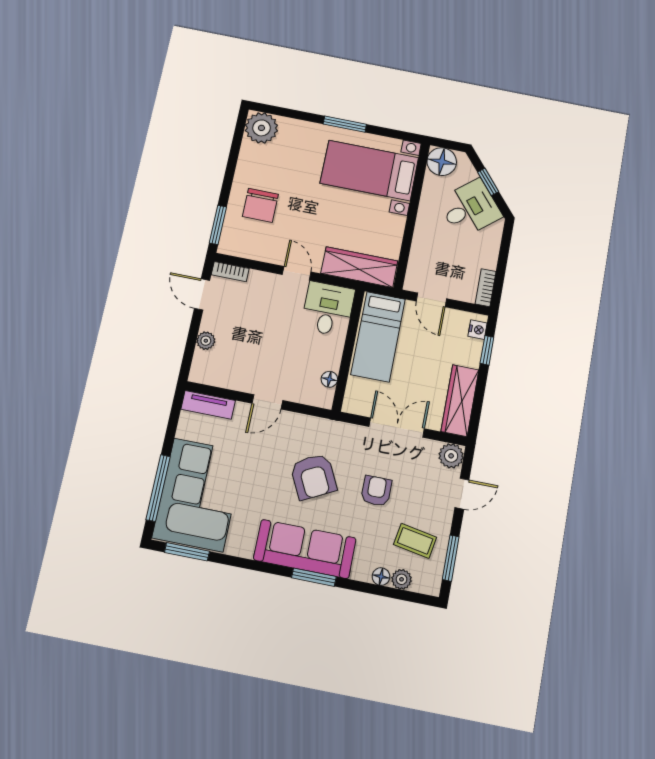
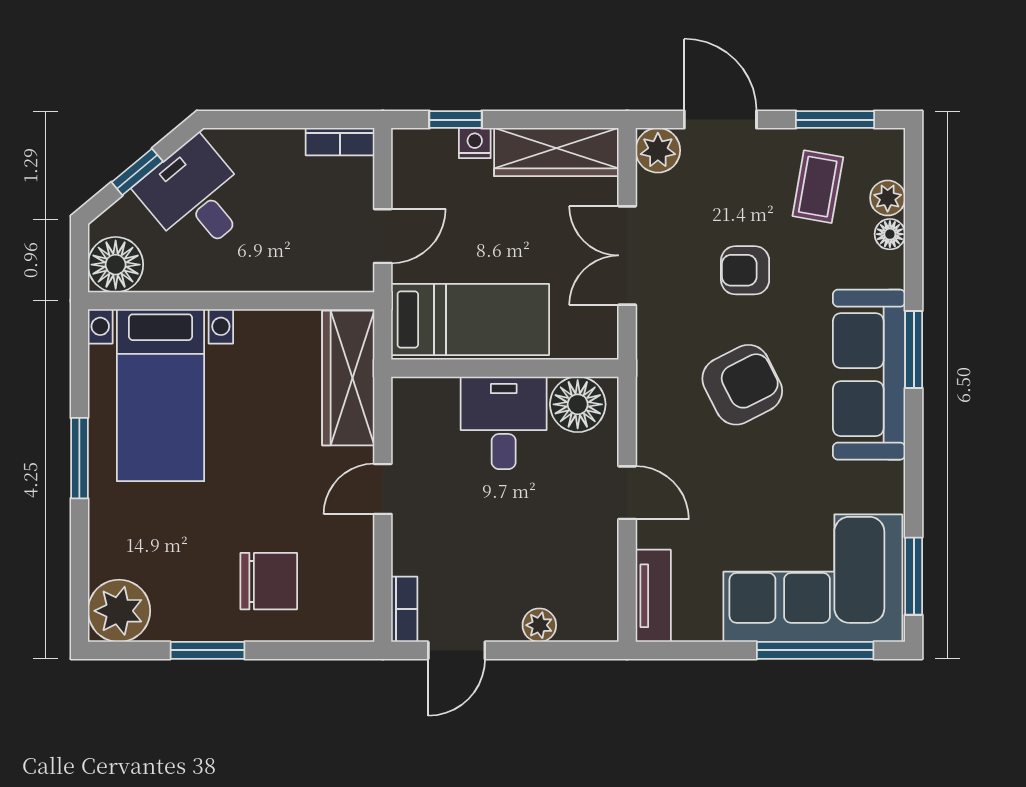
window: (218, 225) -> (207, 650), moved
desk: (328, 309) -> (504, 423), moved, turned 90
nightstand: (477, 330) -> (475, 143), moved
floor lamp: (329, 379) -> (578, 404), width x1.89, depth x1.89
door: (462, 494) -> (720, 120), width x1.38

